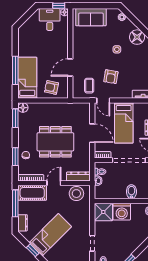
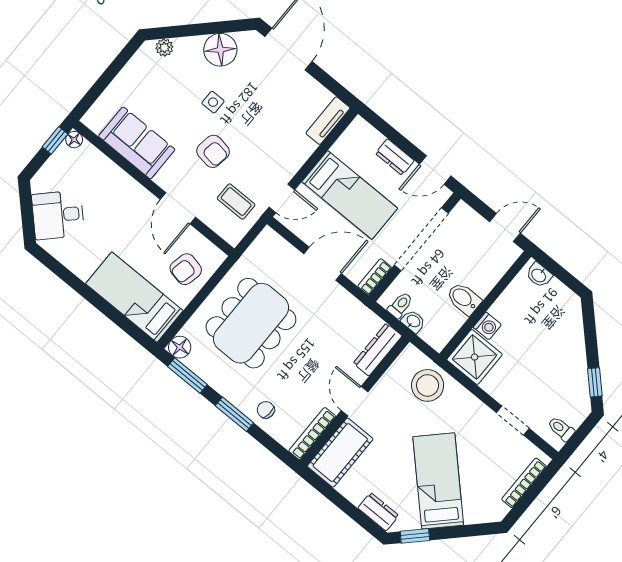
sofa: (91, 17) -> (137, 143), moved, turned -90
desk: (50, 19) -> (58, 215), moved, turned -45
window: (15, 70) -> (105, 307), removed
armchair: (111, 77) -> (213, 151), moved
dining table: (55, 142) -> (251, 323), moved
window: (15, 157) -> (234, 414), moved
bidet: (131, 192) -> (464, 299), moved
stool: (76, 194) -> (428, 385), moved
window: (15, 203) -> (334, 497), removed
washing machine: (122, 212) -> (487, 326), width x0.53, depth x0.53
window: (33, 250) -> (415, 536), moved

